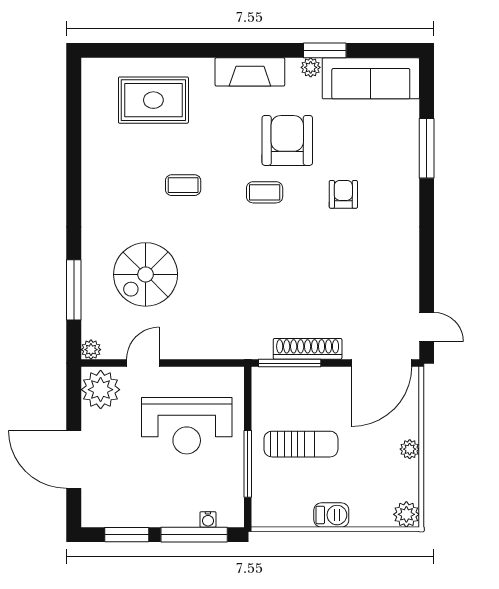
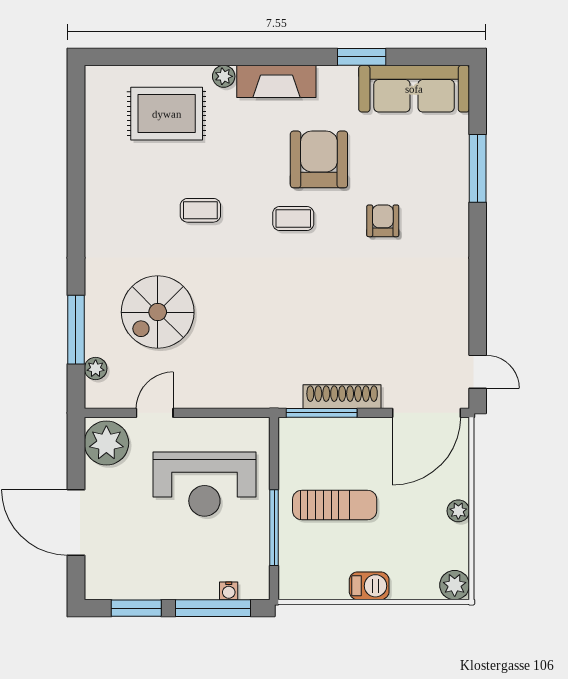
plant: (311, 67) -> (224, 76), moved
plant: (91, 350) -> (96, 368), moved

